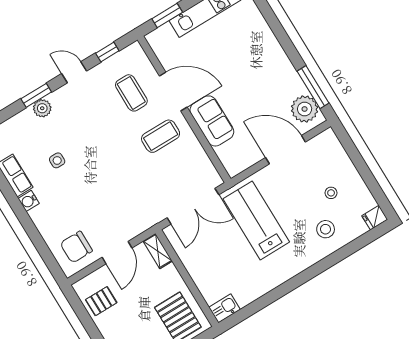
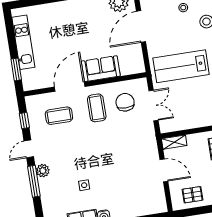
window: (36, 95) -> (34, 181), width x1.44
plant: (42, 108) -> (43, 171), moved
double door: (193, 206) -> (154, 106), width x0.73
chair: (76, 247) -> (125, 102), moved, turned 180
pallet: (101, 301) -> (193, 195), turned 90

